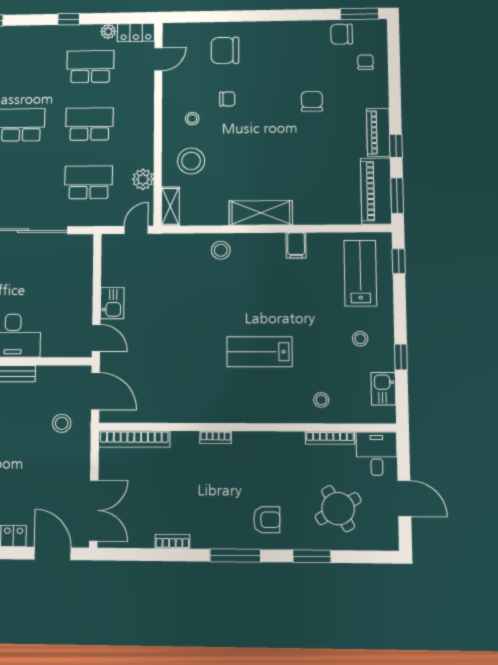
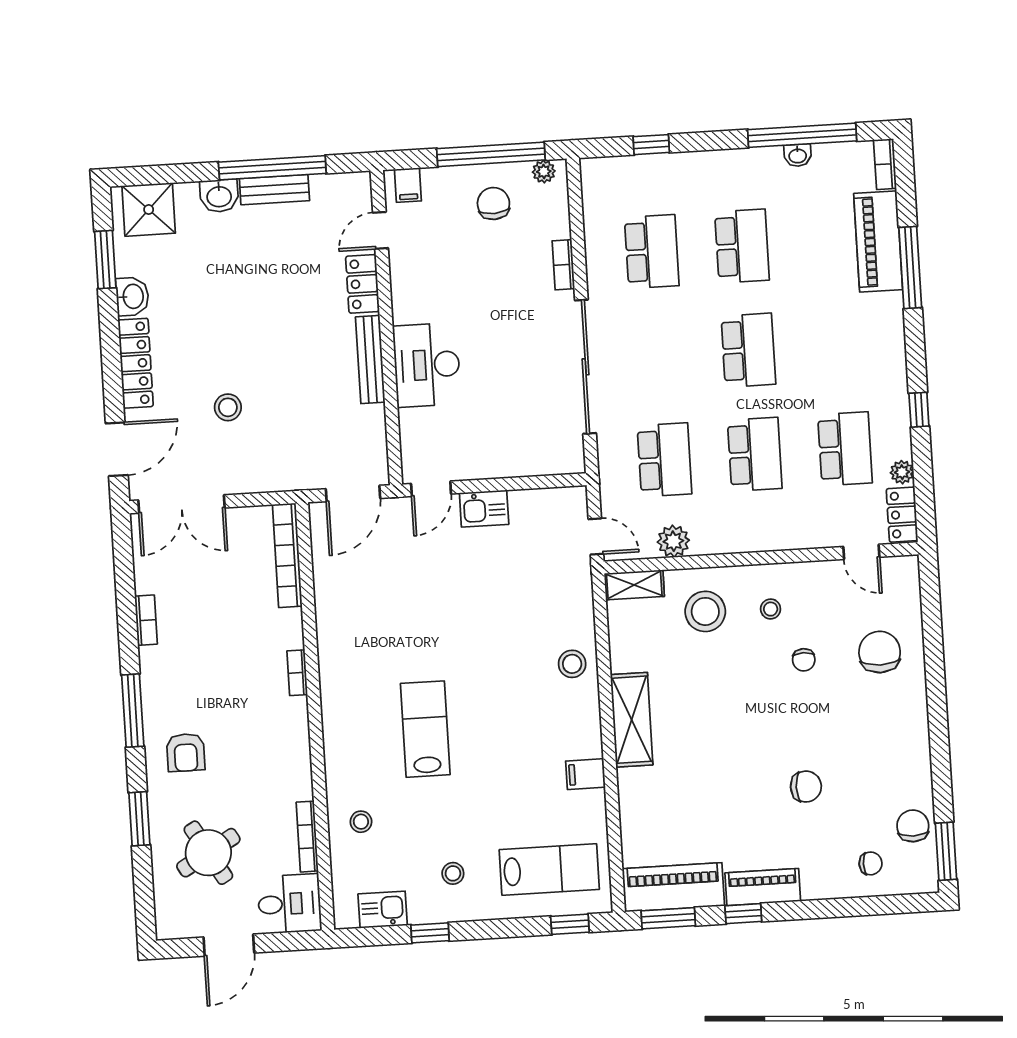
stool: (62, 423) -> (228, 407), moved

